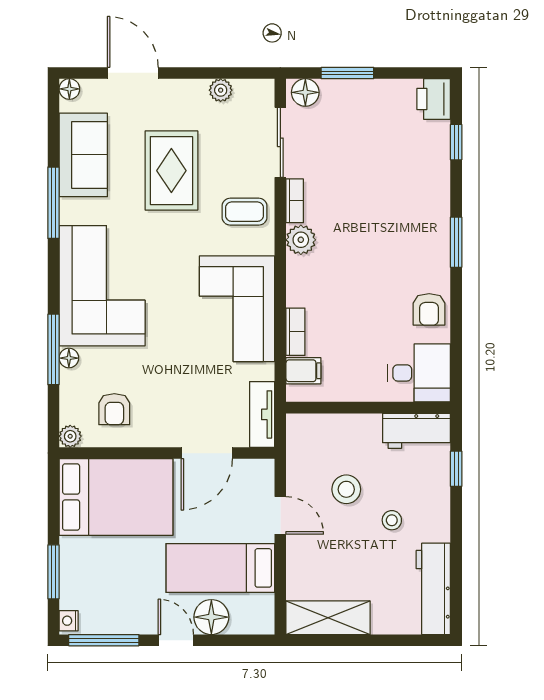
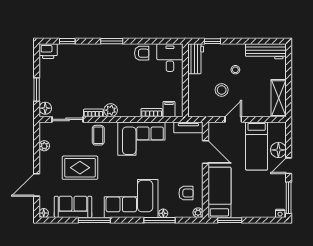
bed: (116, 497) -> (219, 192), width x0.67
window: (53, 572) -> (230, 220), moved

